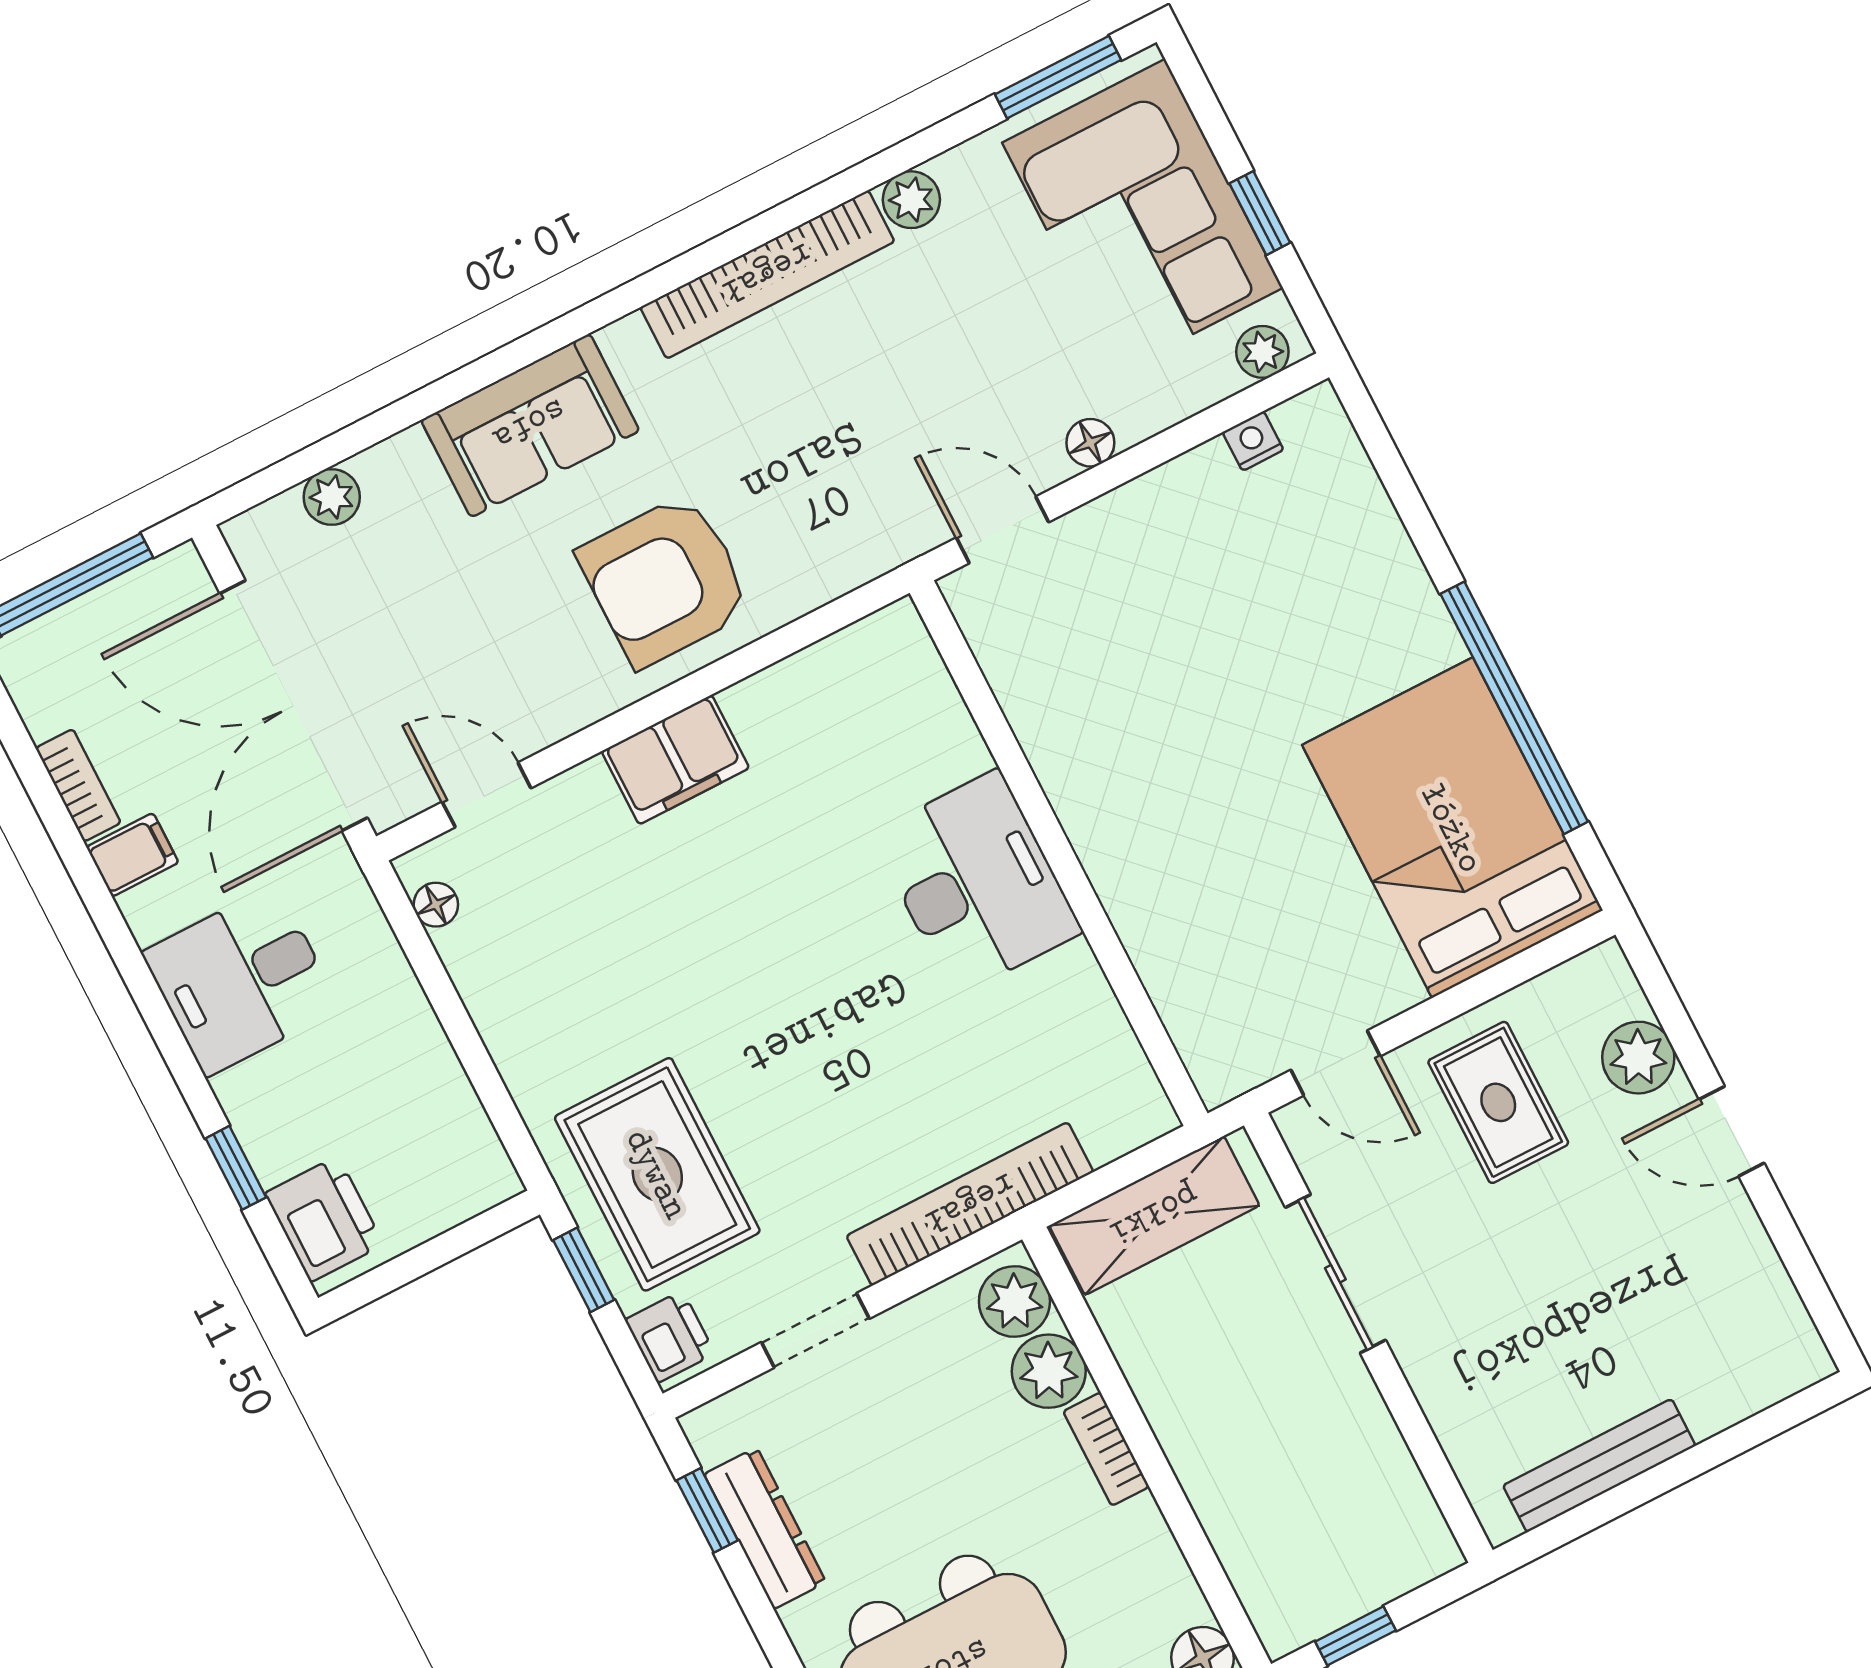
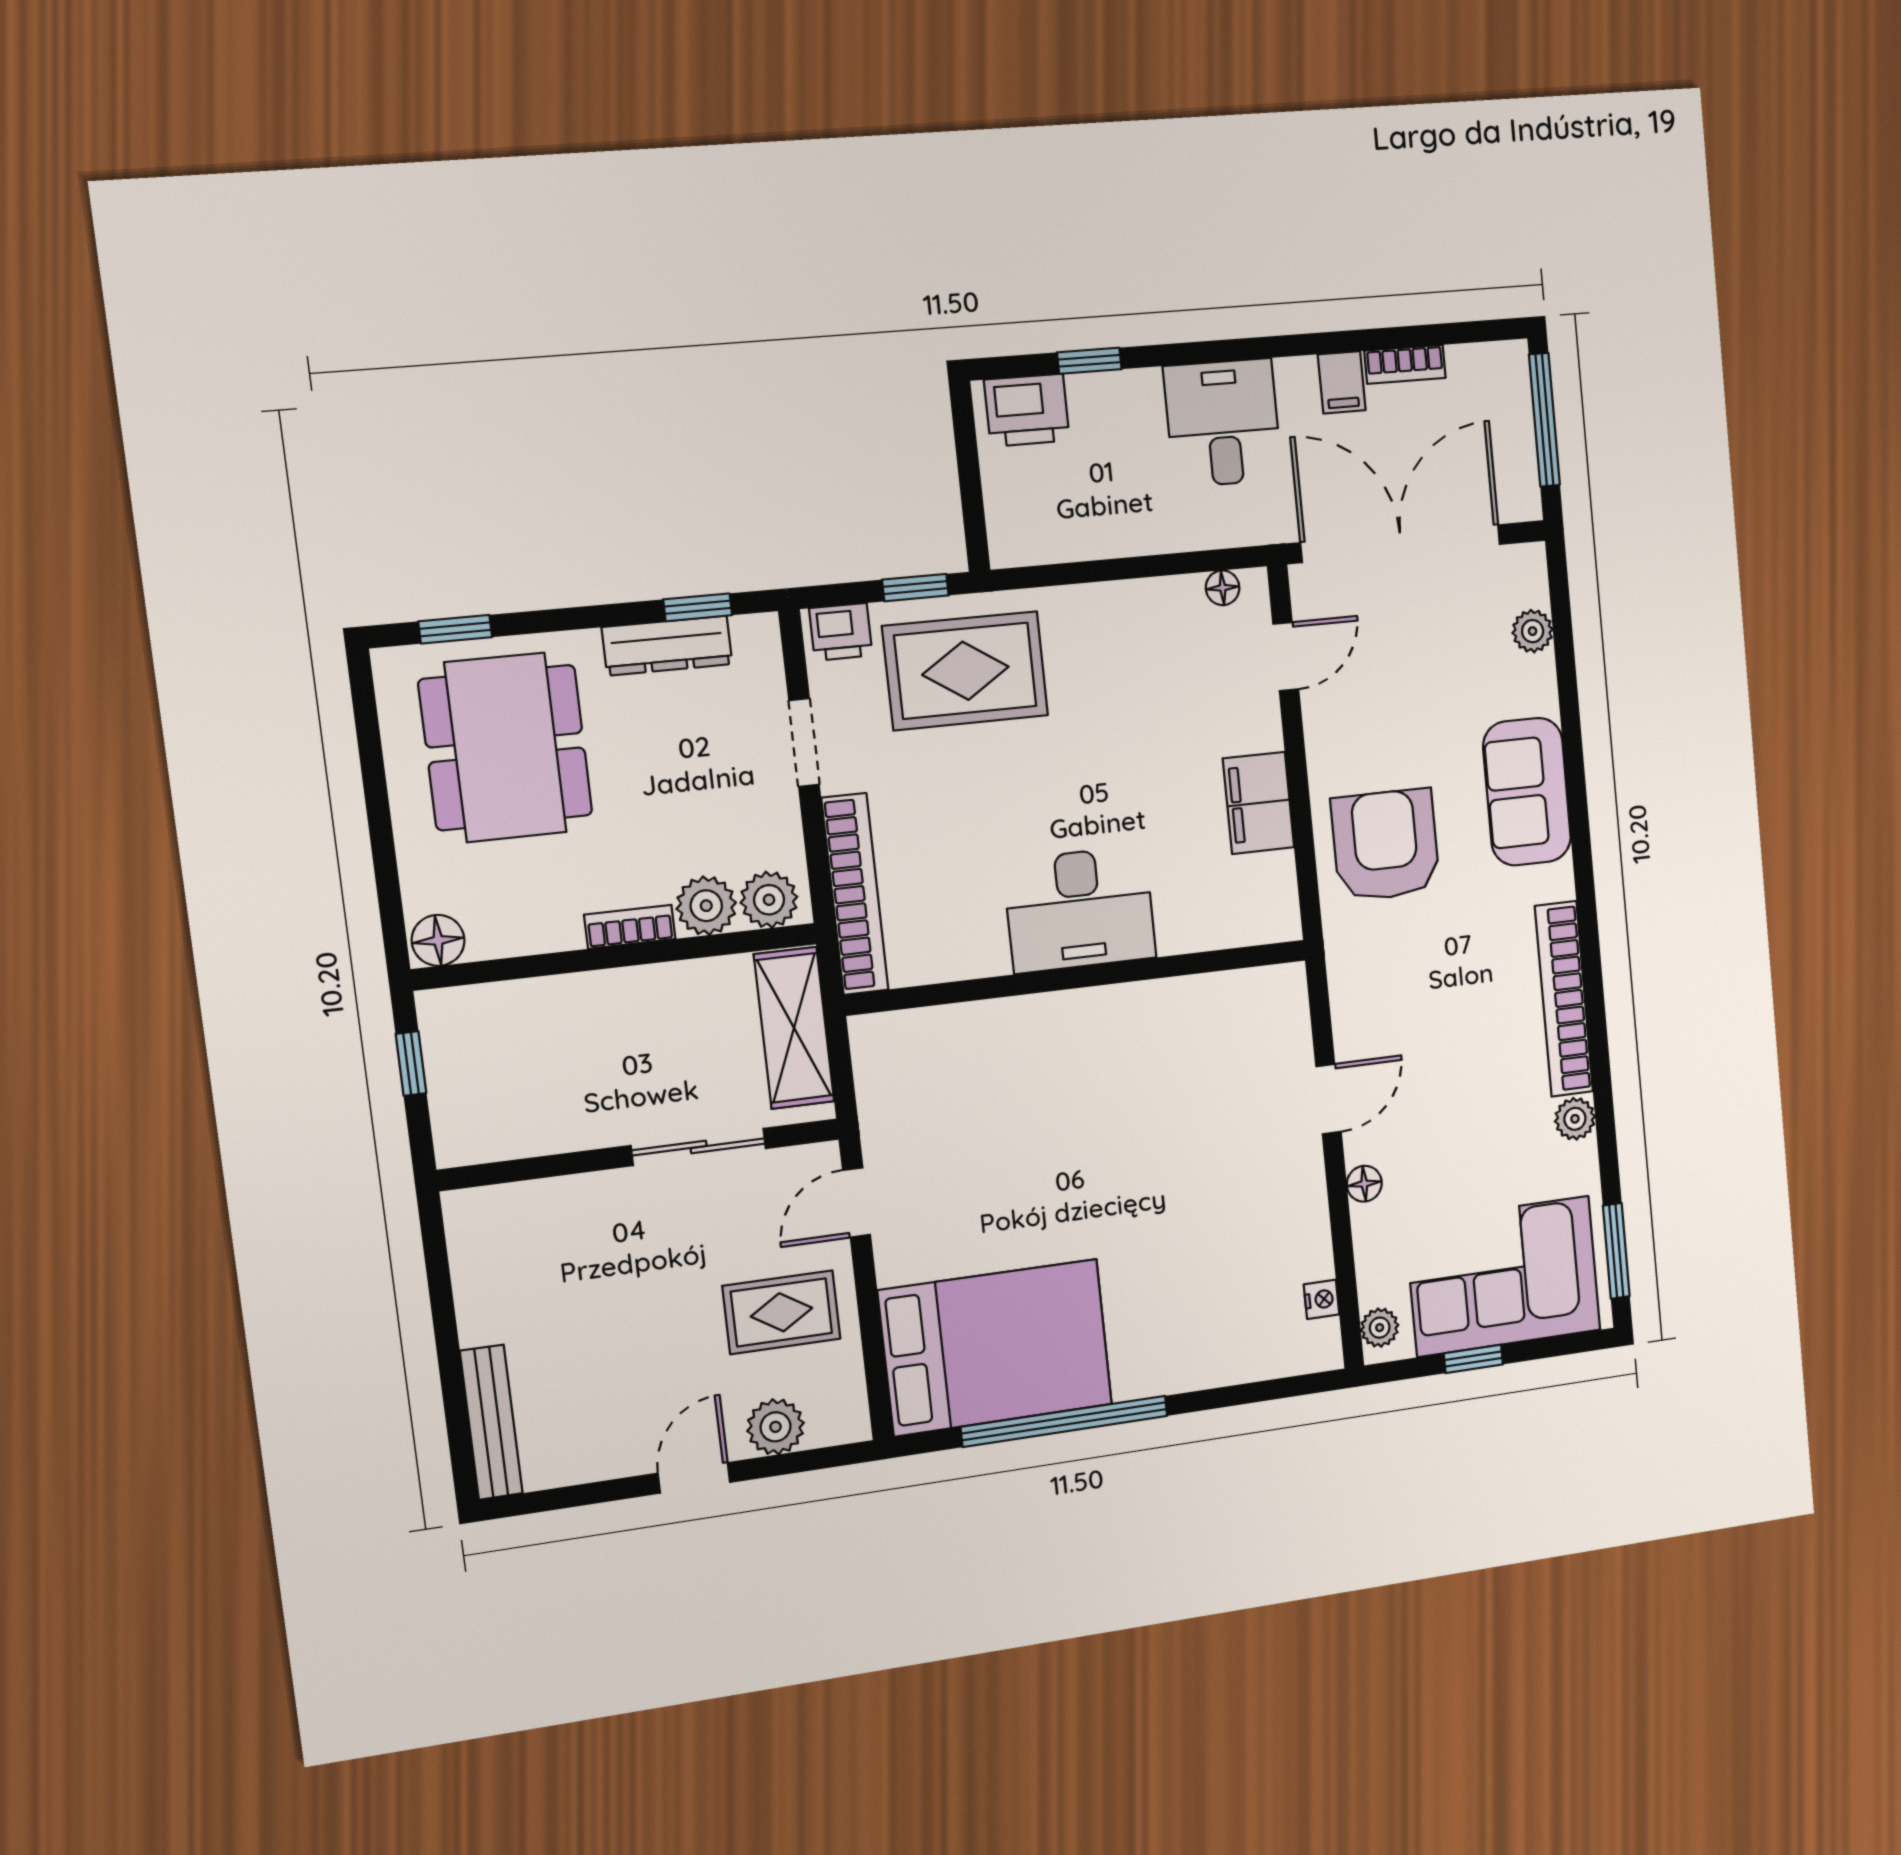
wall: (1059, 853) -> (1078, 977), moved
desk: (977, 883) -> (1080, 909), moved
bench: (1599, 1466) -> (491, 1422), moved

